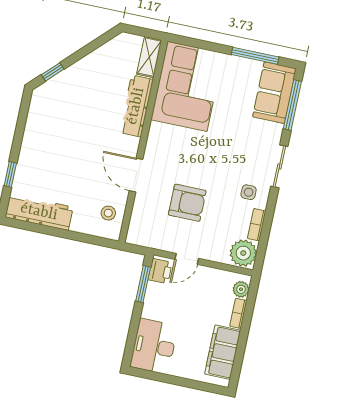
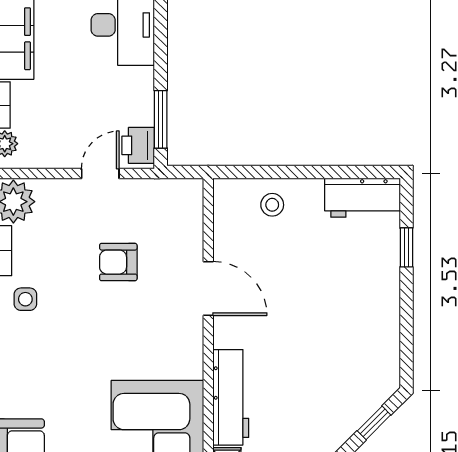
armchair: (187, 203) -> (118, 262), width x0.72, depth x0.72
workbench: (39, 212) -> (362, 198), width x0.73
stool: (108, 213) -> (272, 205), moved

